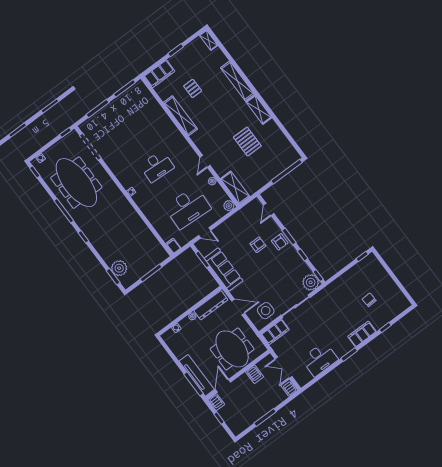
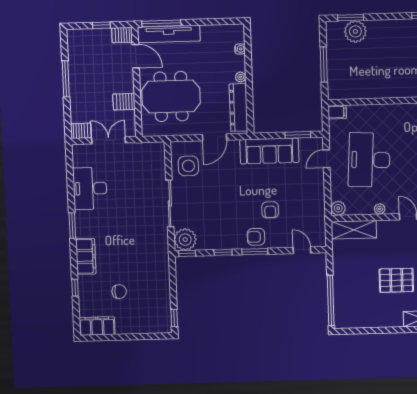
filing cabinet: (275, 332) -> (97, 326), moved, turned 90

